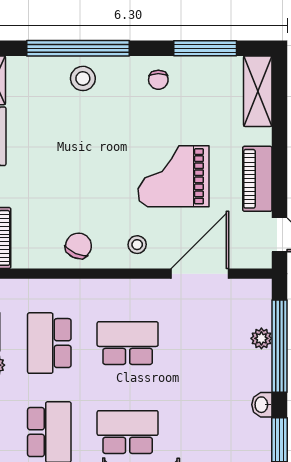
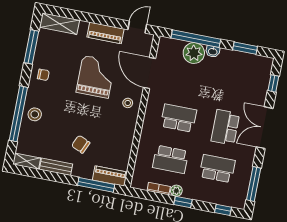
grand piano: (173, 176) -> (96, 77), turned 180
chair: (78, 246) -> (81, 144), moved
plant: (261, 338) -> (194, 53), width x1.87, depth x1.87
school desk: (128, 343) -> (179, 118), turned 90
washbasin: (262, 405) -> (213, 51), moved

